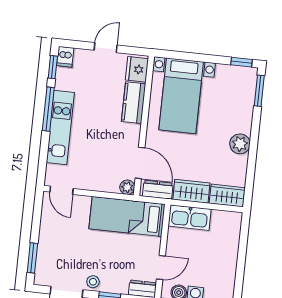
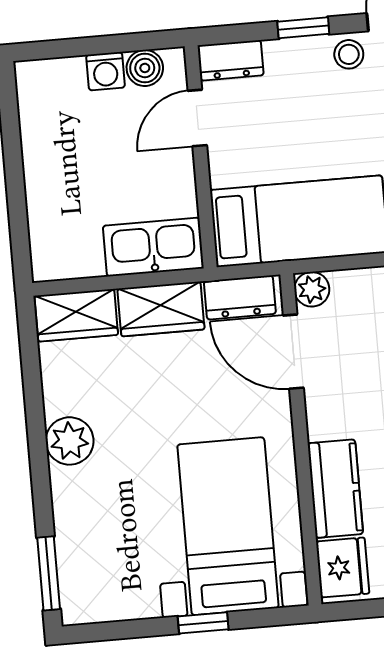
window: (241, 62) -> (203, 623), moved

